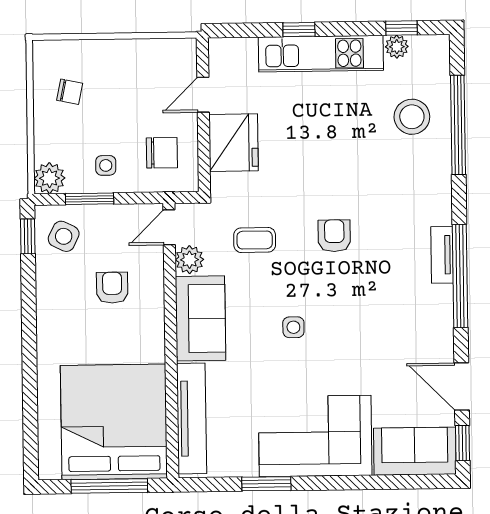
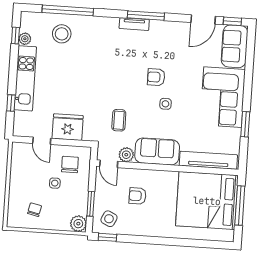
window: (299, 29) -> (11, 103), moved
side table: (106, 165) -> (55, 183), moved
armchair: (334, 236) -> (156, 77), moved
window: (460, 276) -> (146, 16), width x0.68

